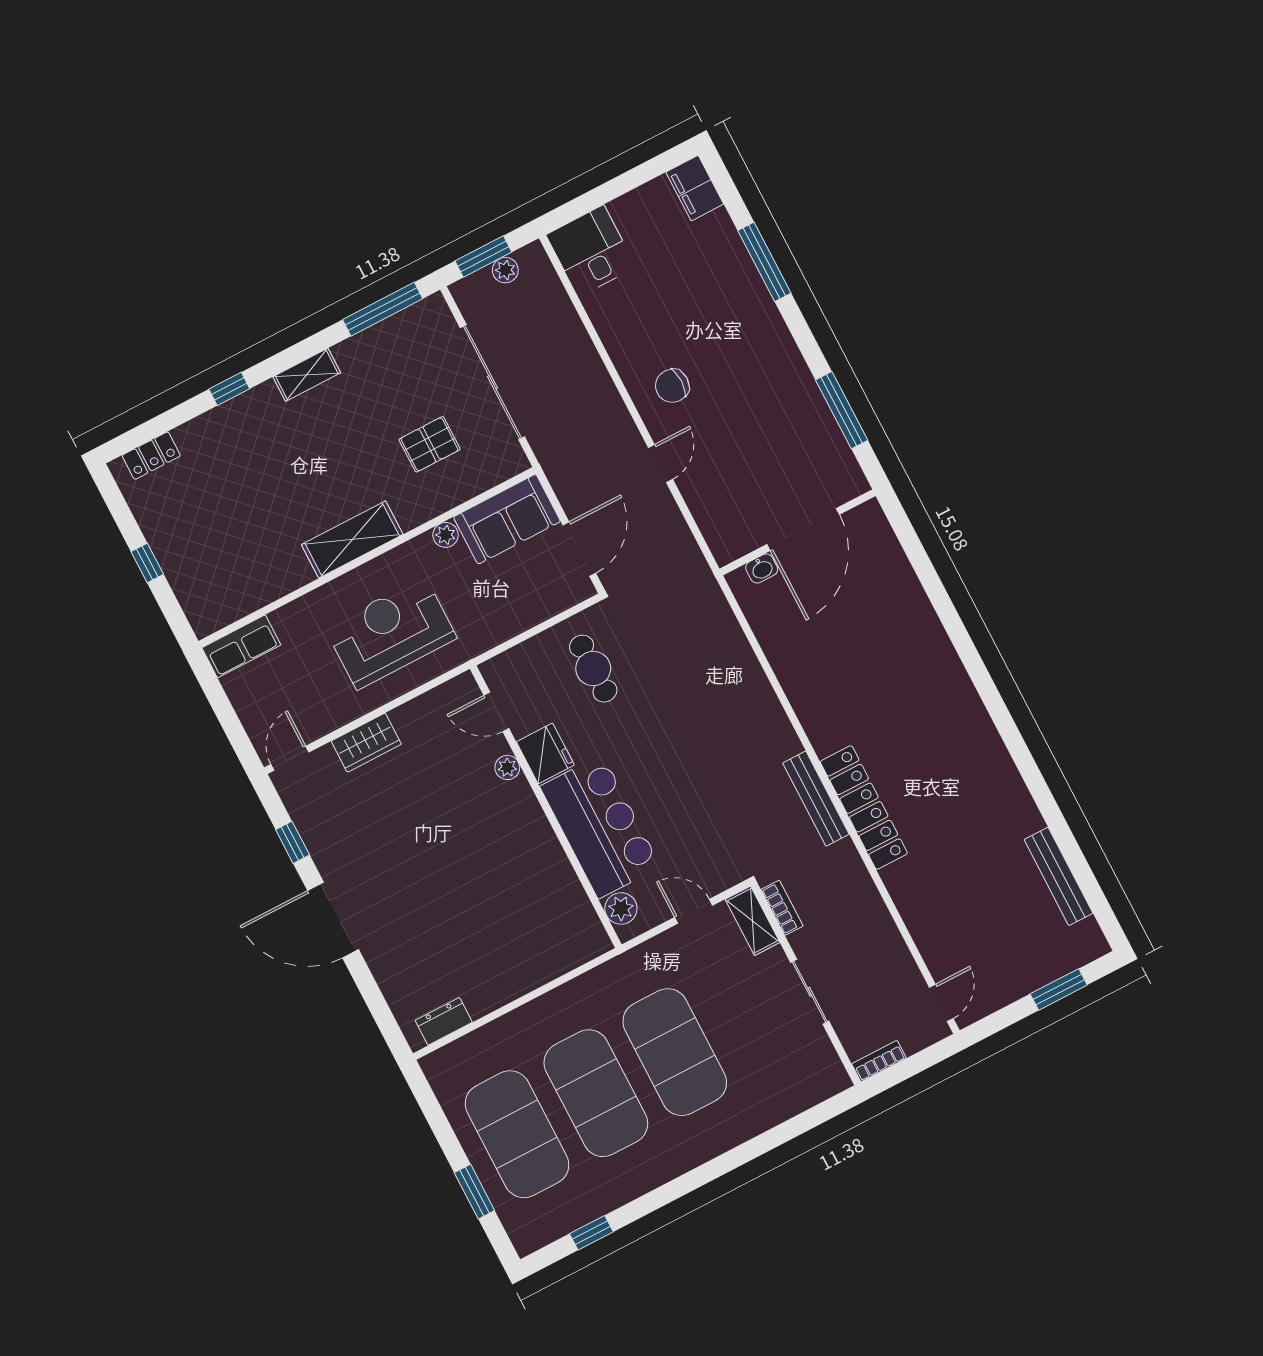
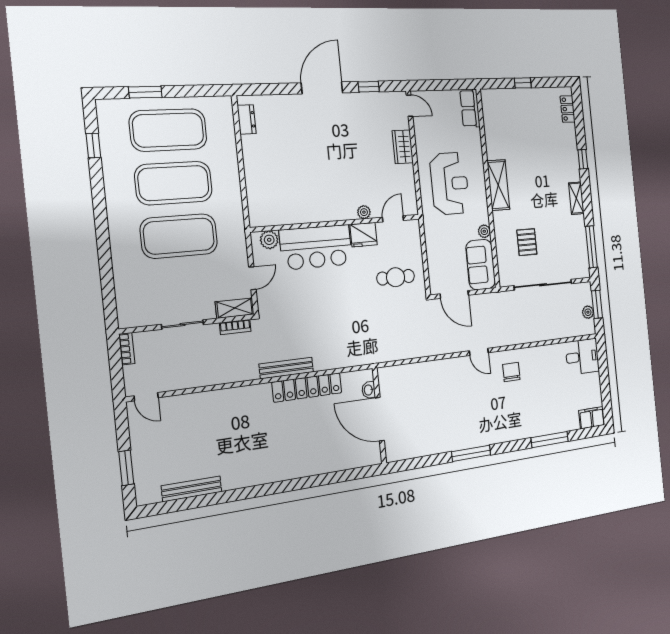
door: (803, 529) -> (380, 419), moved
wall: (798, 532) -> (379, 416), moved
washbasin: (762, 568) -> (369, 390), moved
locker: (864, 807) -> (307, 387), moved

